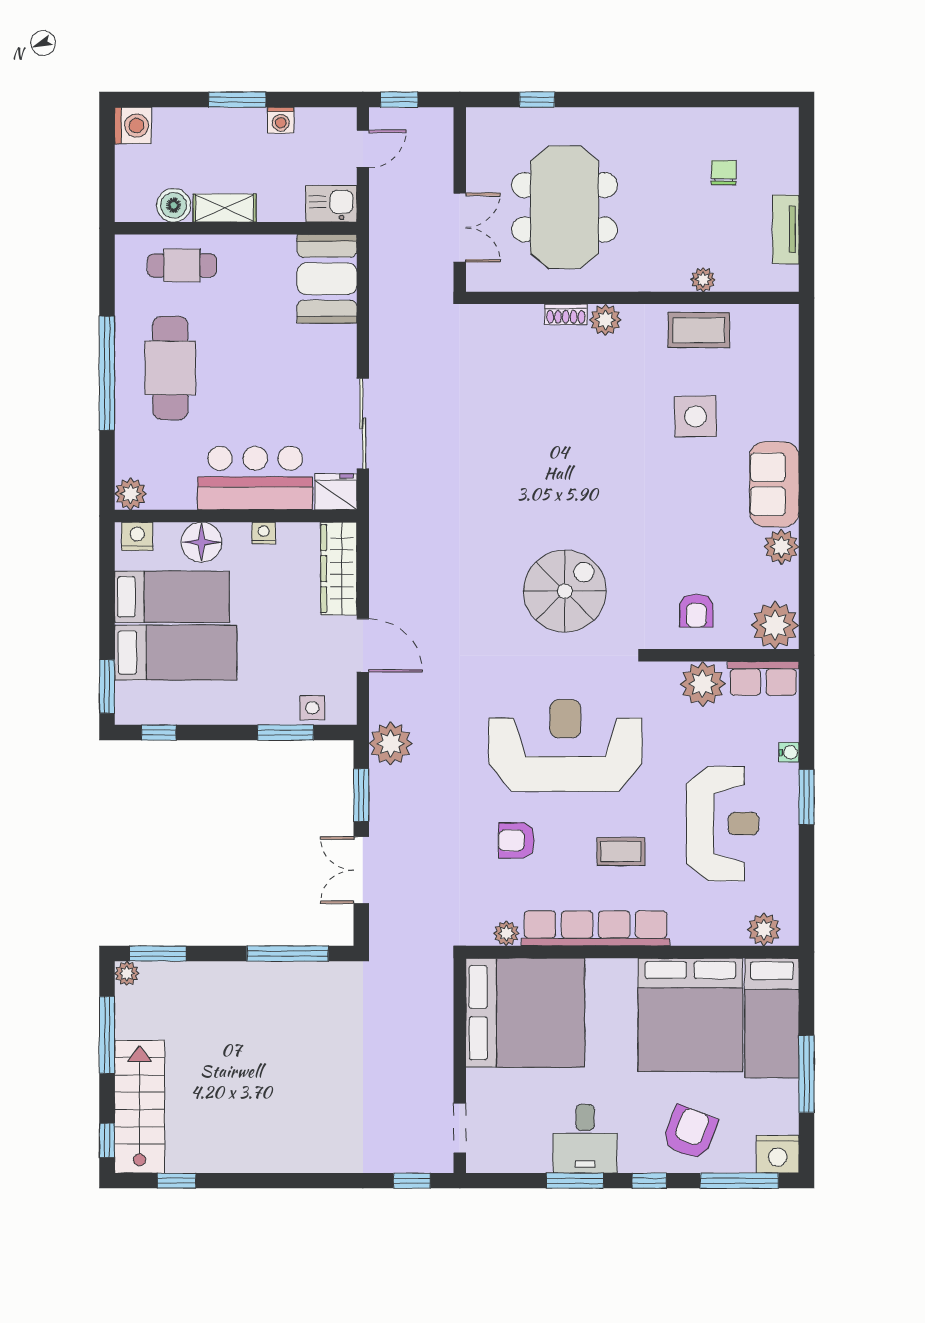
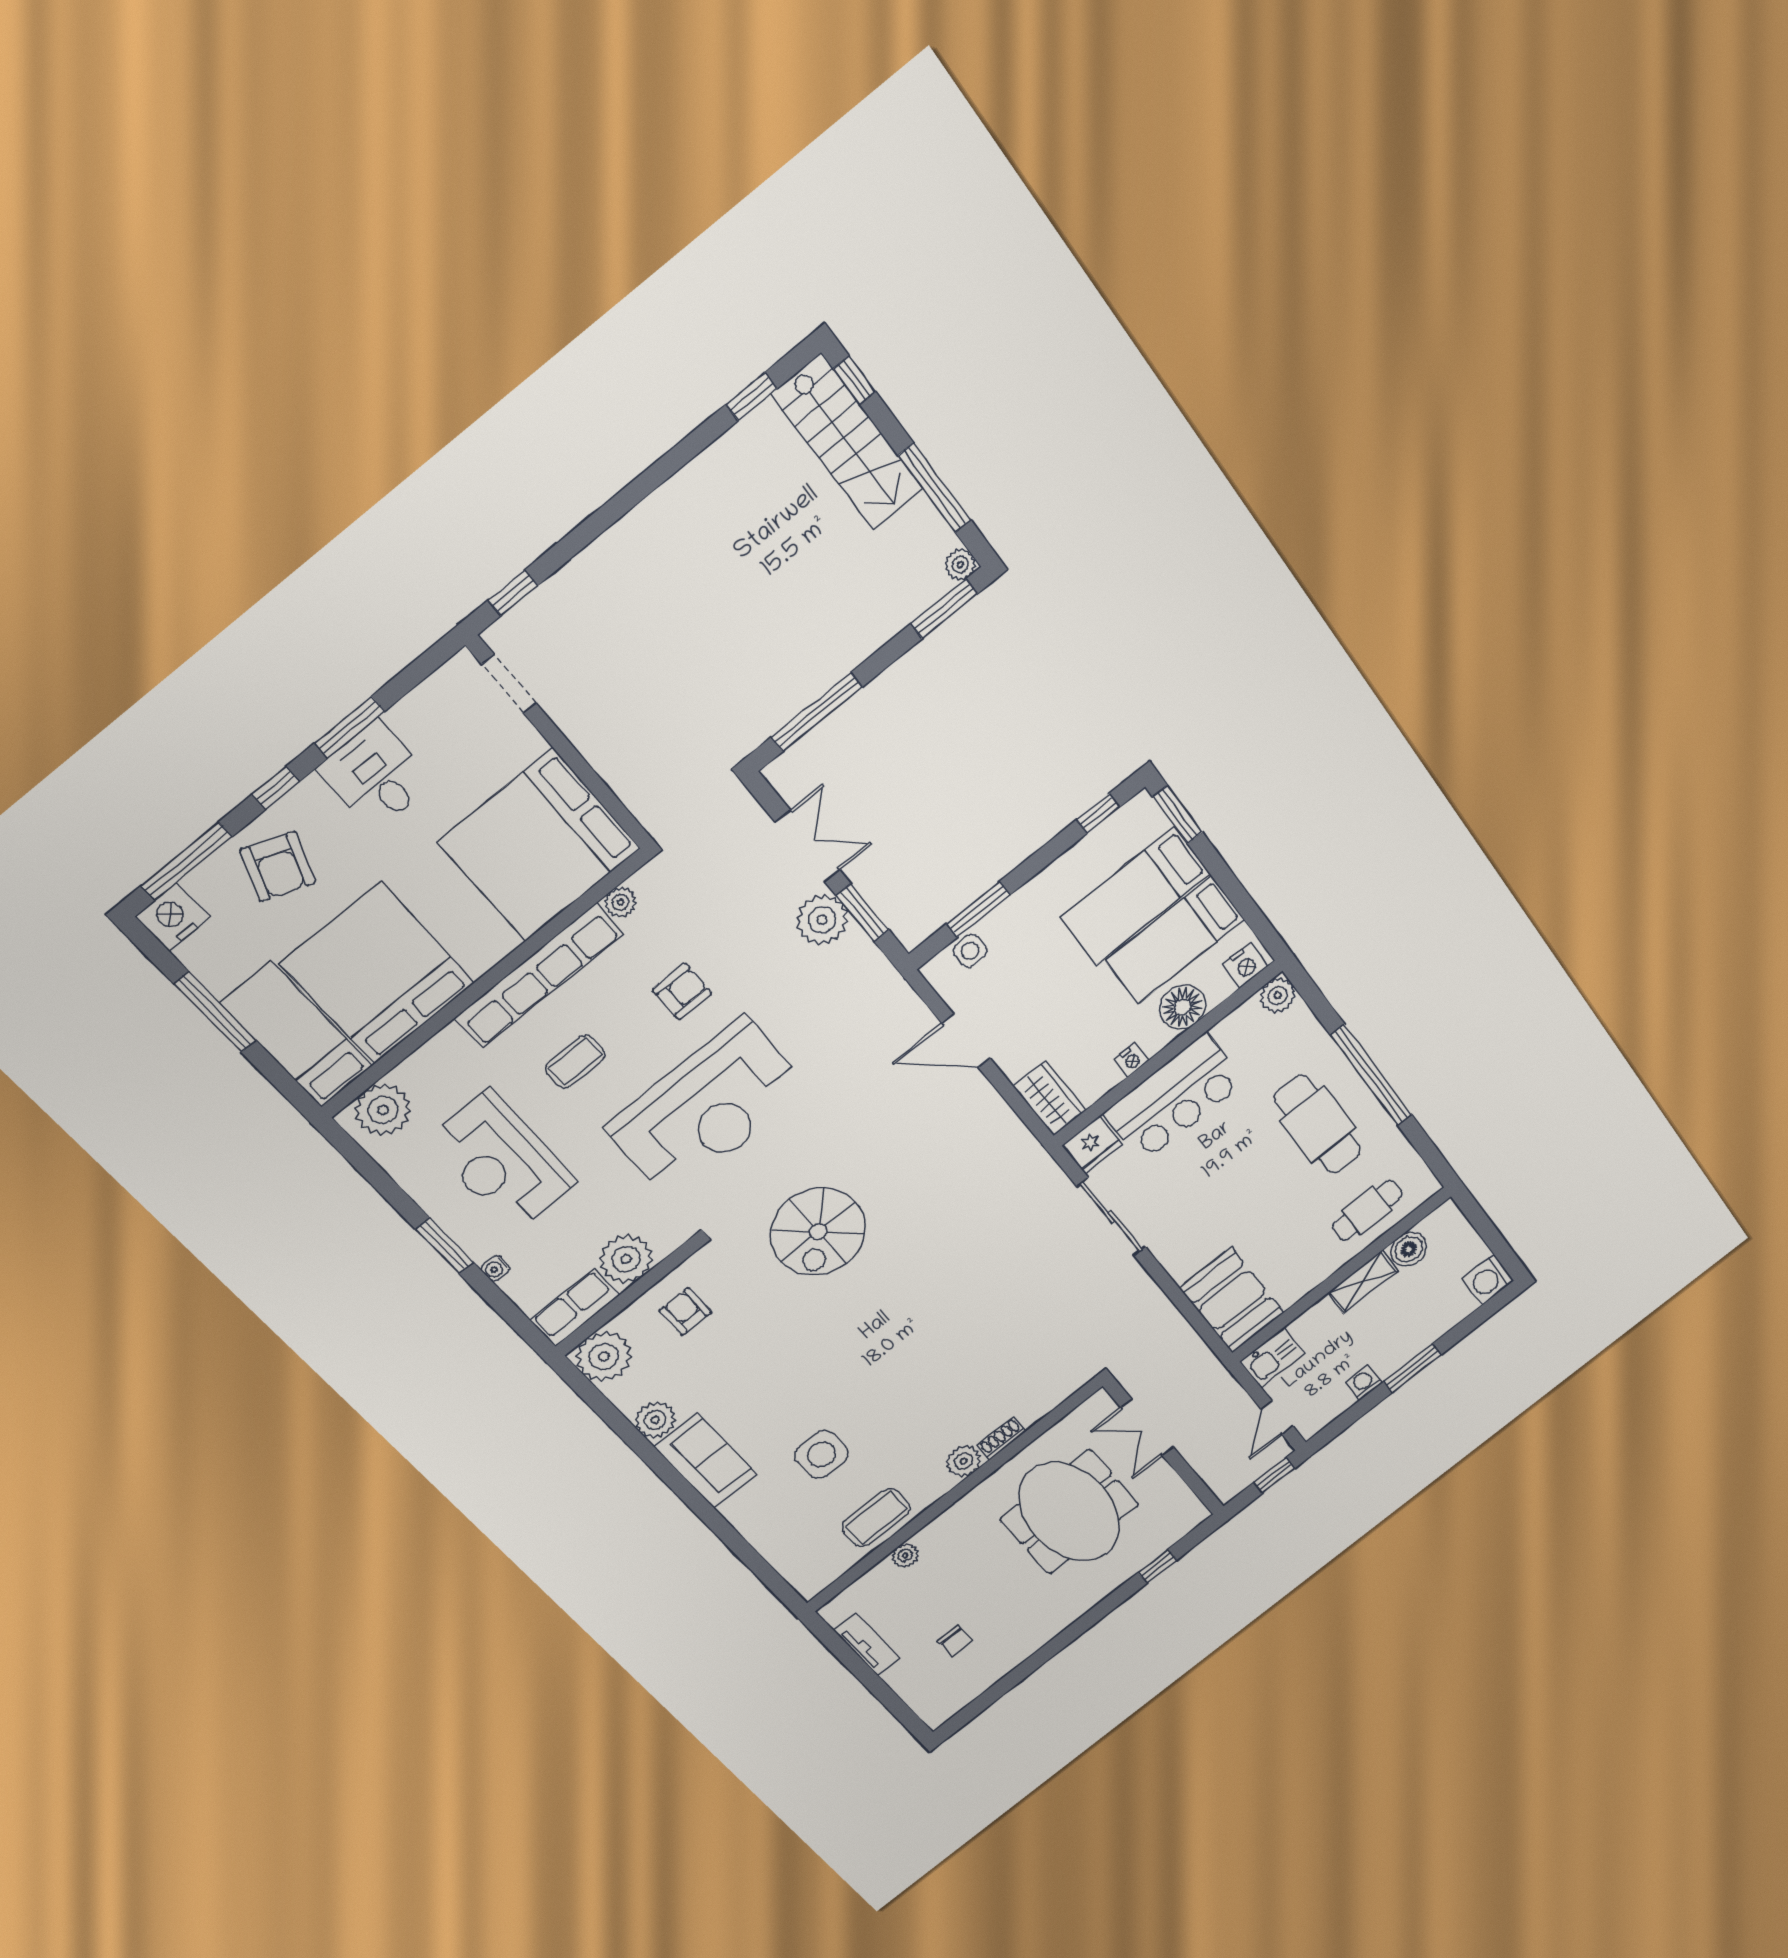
wardrobe: (339, 569) -> (1050, 1098), width x0.67
plant: (391, 744) -> (822, 920), moved
plant: (764, 929) -> (383, 1110), width x1.36, depth x1.36

